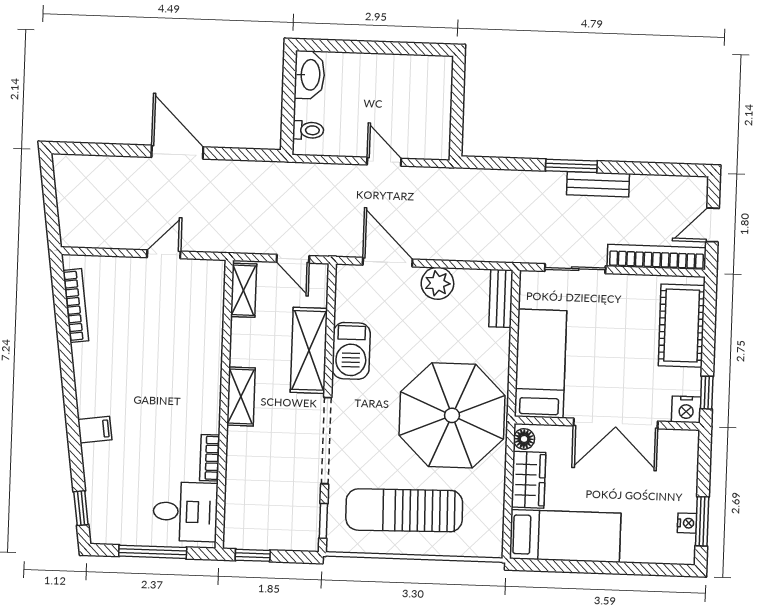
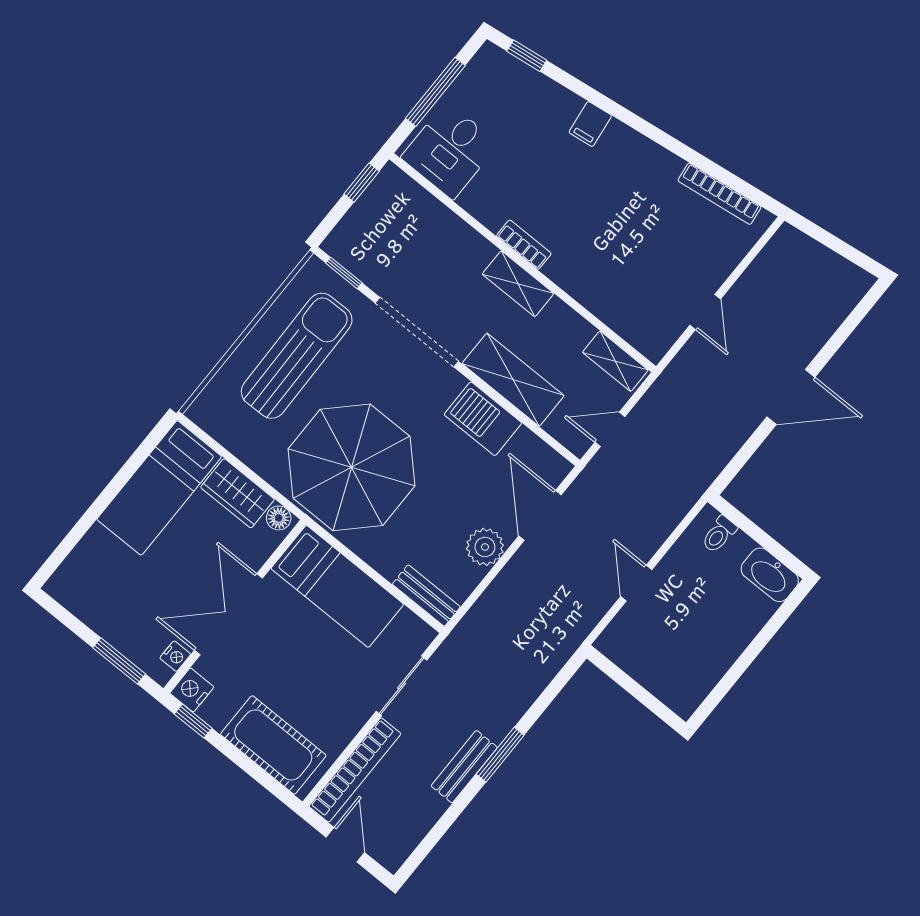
door: (384, 162) -> (636, 583), swing flipped
door: (388, 262) -> (540, 515), swing flipped
bookcase: (210, 458) -> (524, 245), moved
window: (702, 521) -> (119, 661), moved
nightstand: (687, 523) -> (175, 656), moved, turned -90

